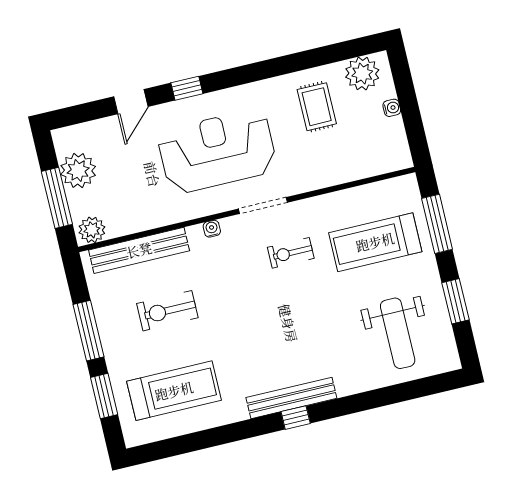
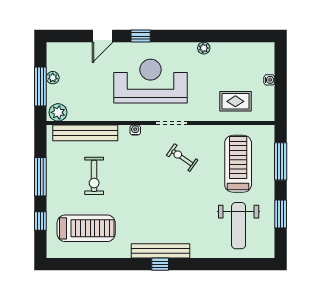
plant: (362, 74) -> (204, 48), moved, width x0.53, depth x0.53
rug: (317, 107) -> (235, 101), moved, turned 90
plant: (78, 170) -> (53, 78), width x0.53, depth x0.53
treadmill: (375, 242) -> (238, 164), turned 90
exercise bike: (291, 253) -> (182, 158), turned 35
exercise bike: (167, 311) -> (94, 176), turned -90
window: (104, 396) -> (40, 221), width x0.67

